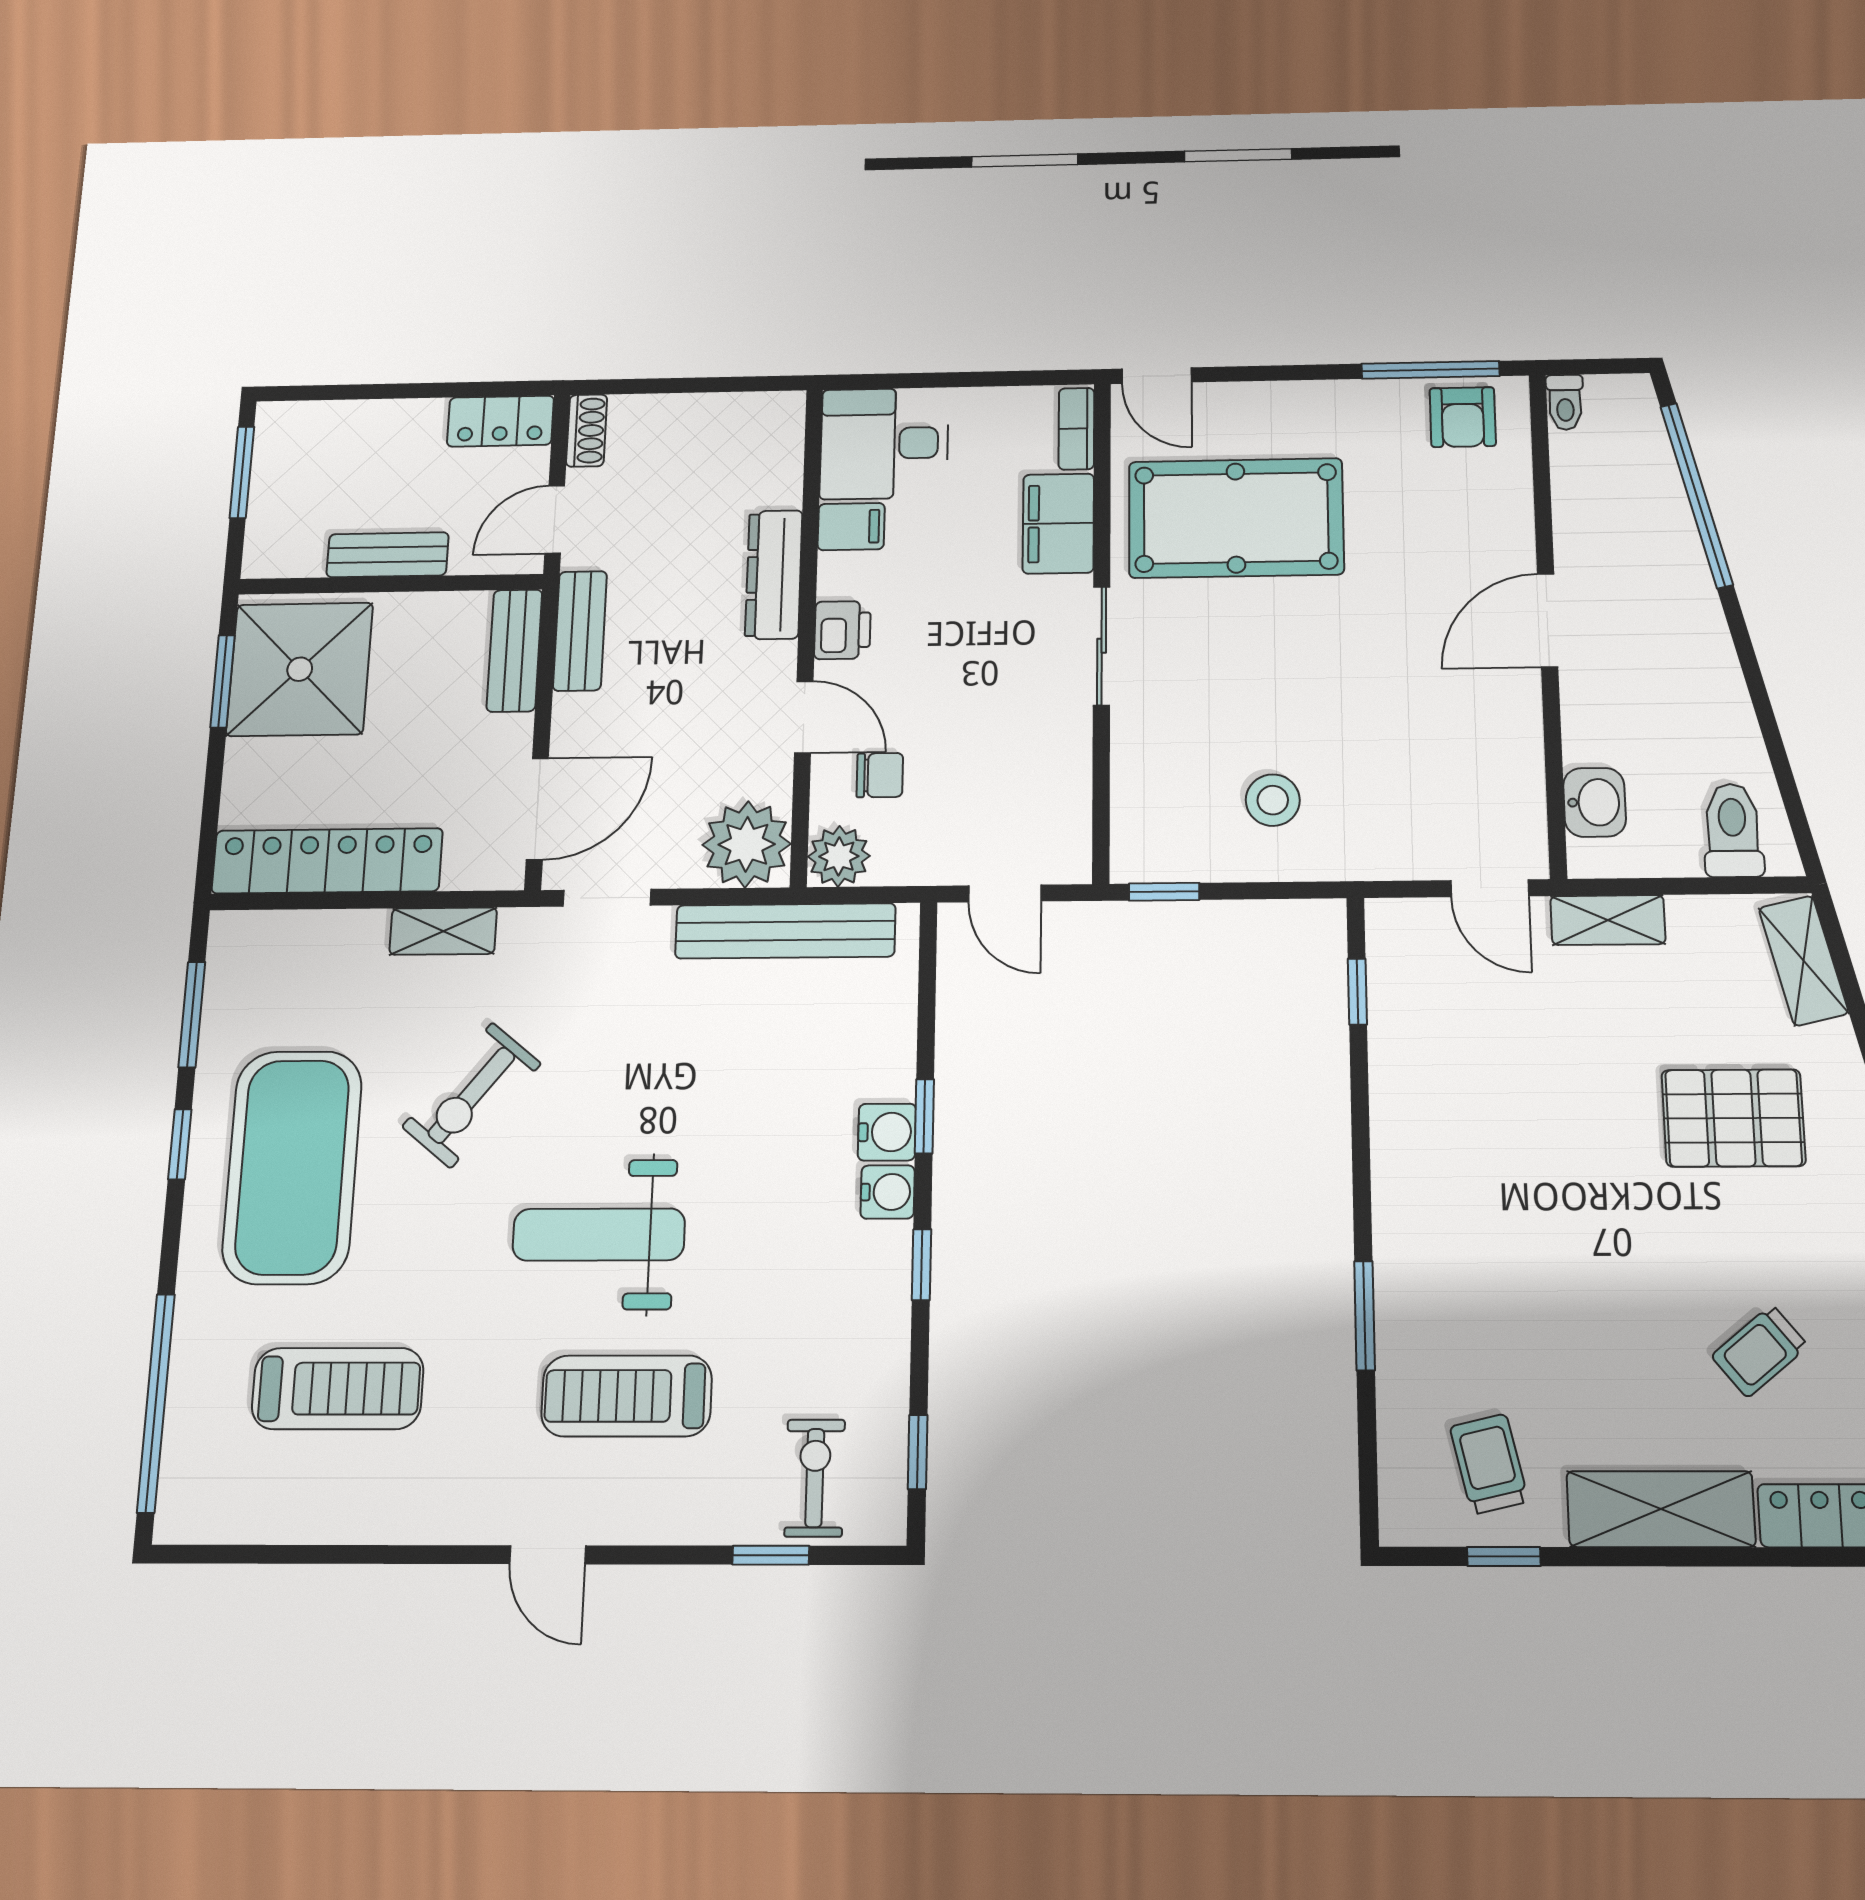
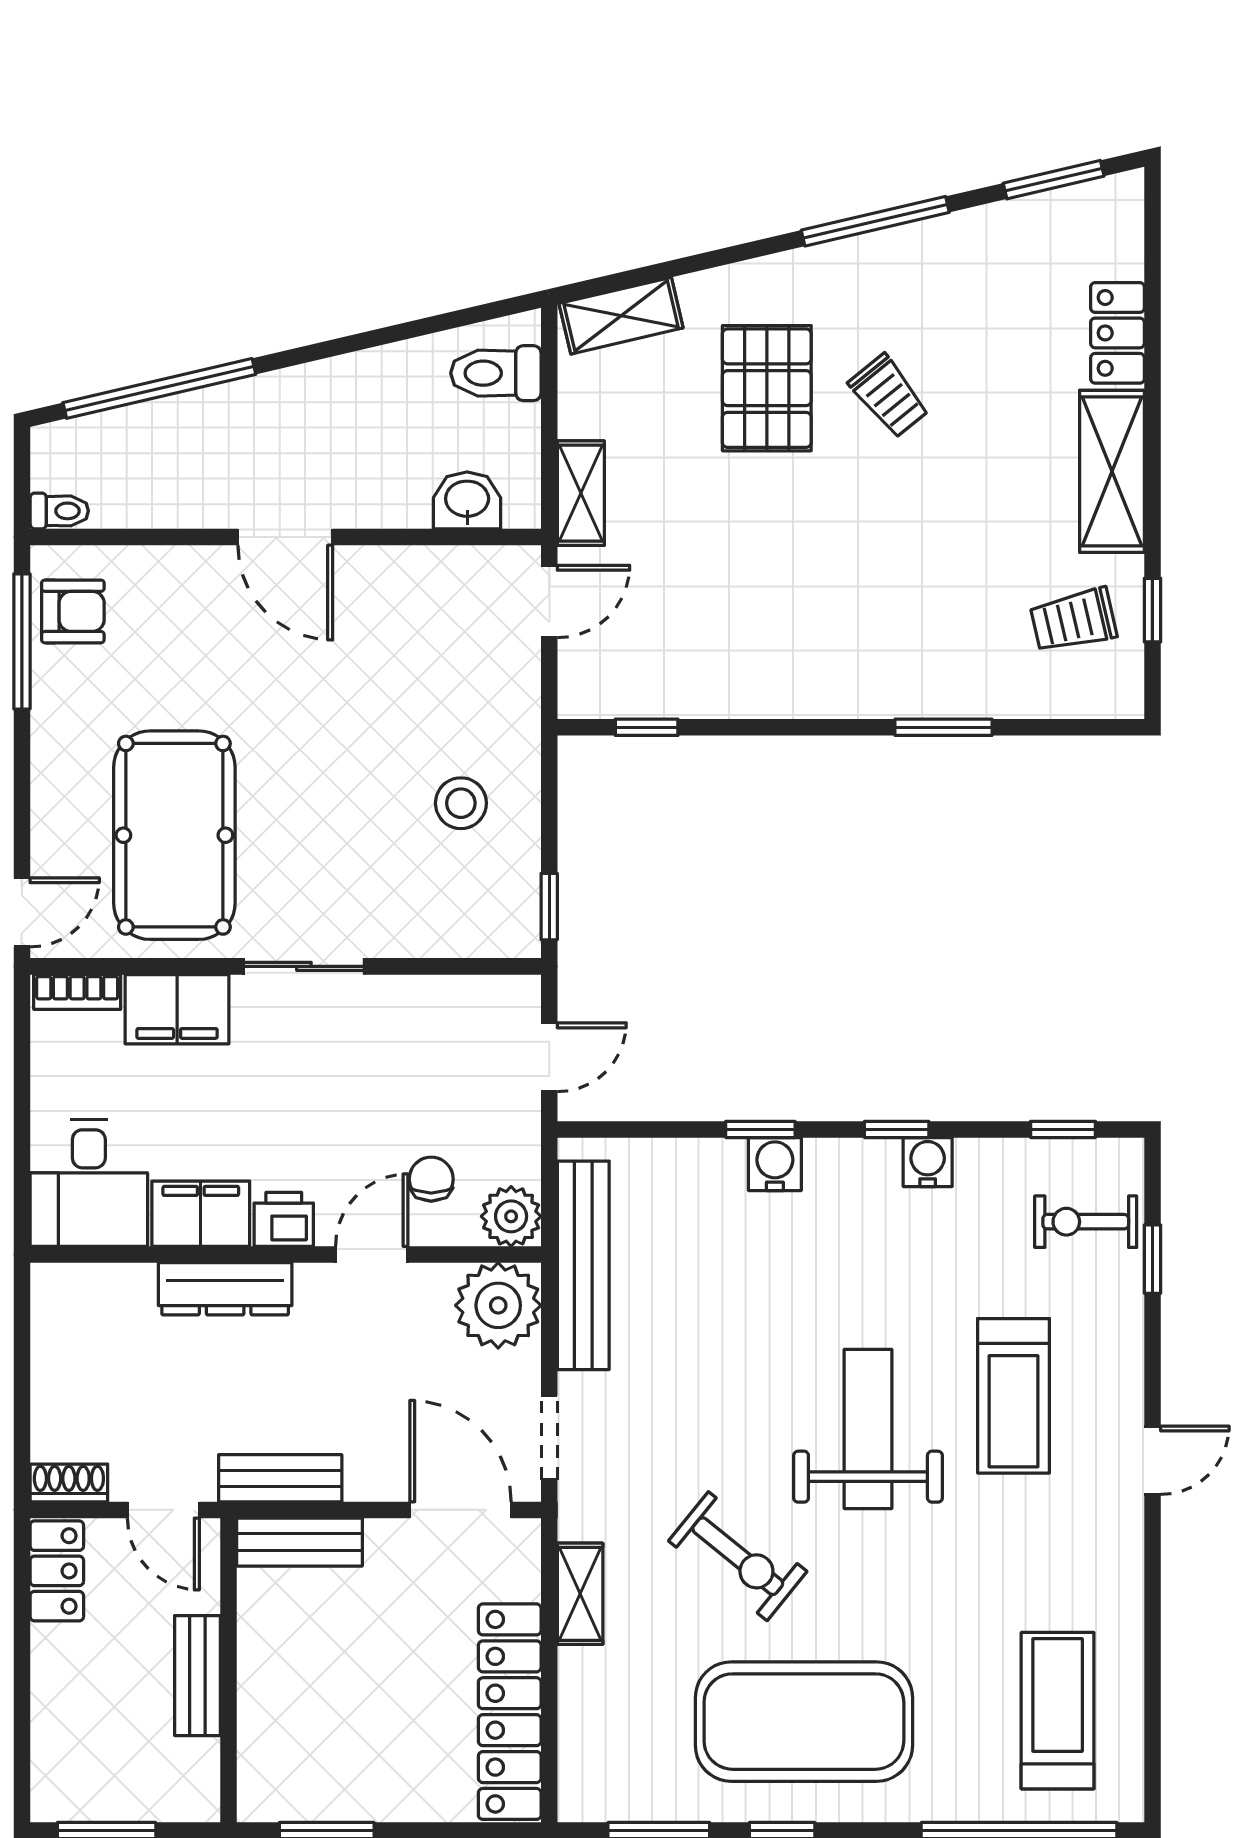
filing cabinet: (851, 527) -> (201, 1214), width x2.00
shower: (300, 669) -> (315, 1754), removed
water cooler: (888, 1192) -> (928, 1162), moved
weight bench: (599, 1235) -> (868, 1429), turned 180
trolley: (1760, 1351) -> (889, 396), moved
treadmill: (338, 1389) -> (1058, 1711), moved

